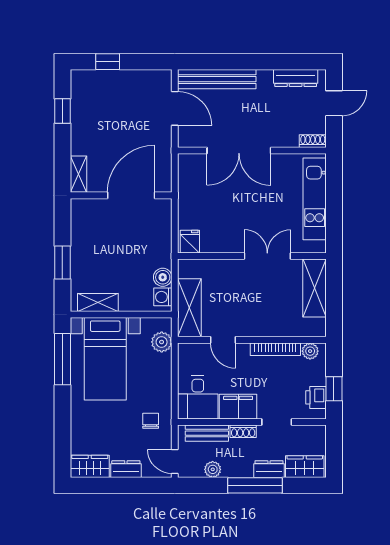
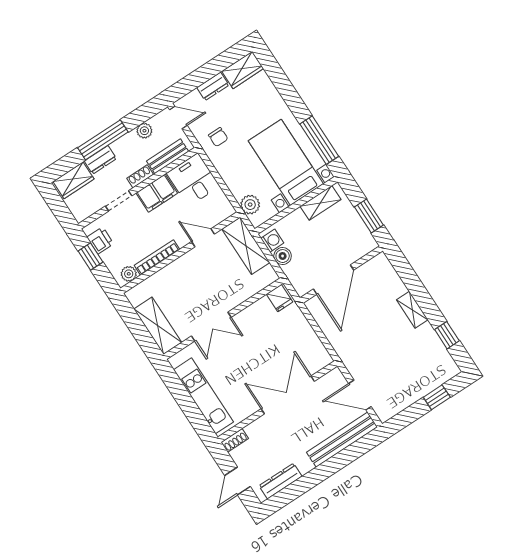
shelving: (79, 174) -> (412, 310), moved
wall: (121, 195) -> (341, 274), moved
door: (131, 195) -> (333, 280), moved

